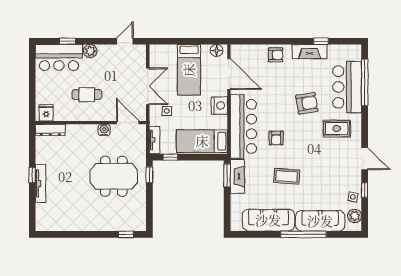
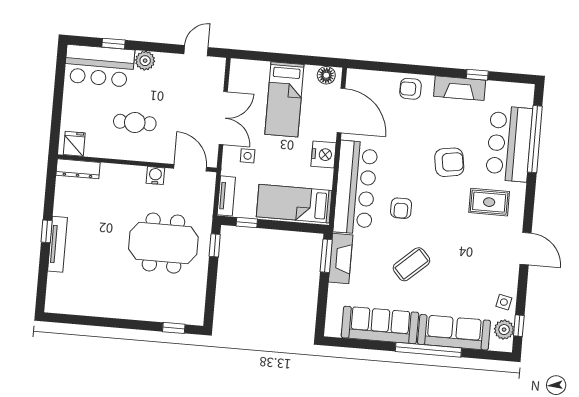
armchair: (276, 55) -> (410, 89), turned 180
coffee table: (287, 176) -> (411, 264), turned -46
window: (365, 190) -> (519, 326), moved

